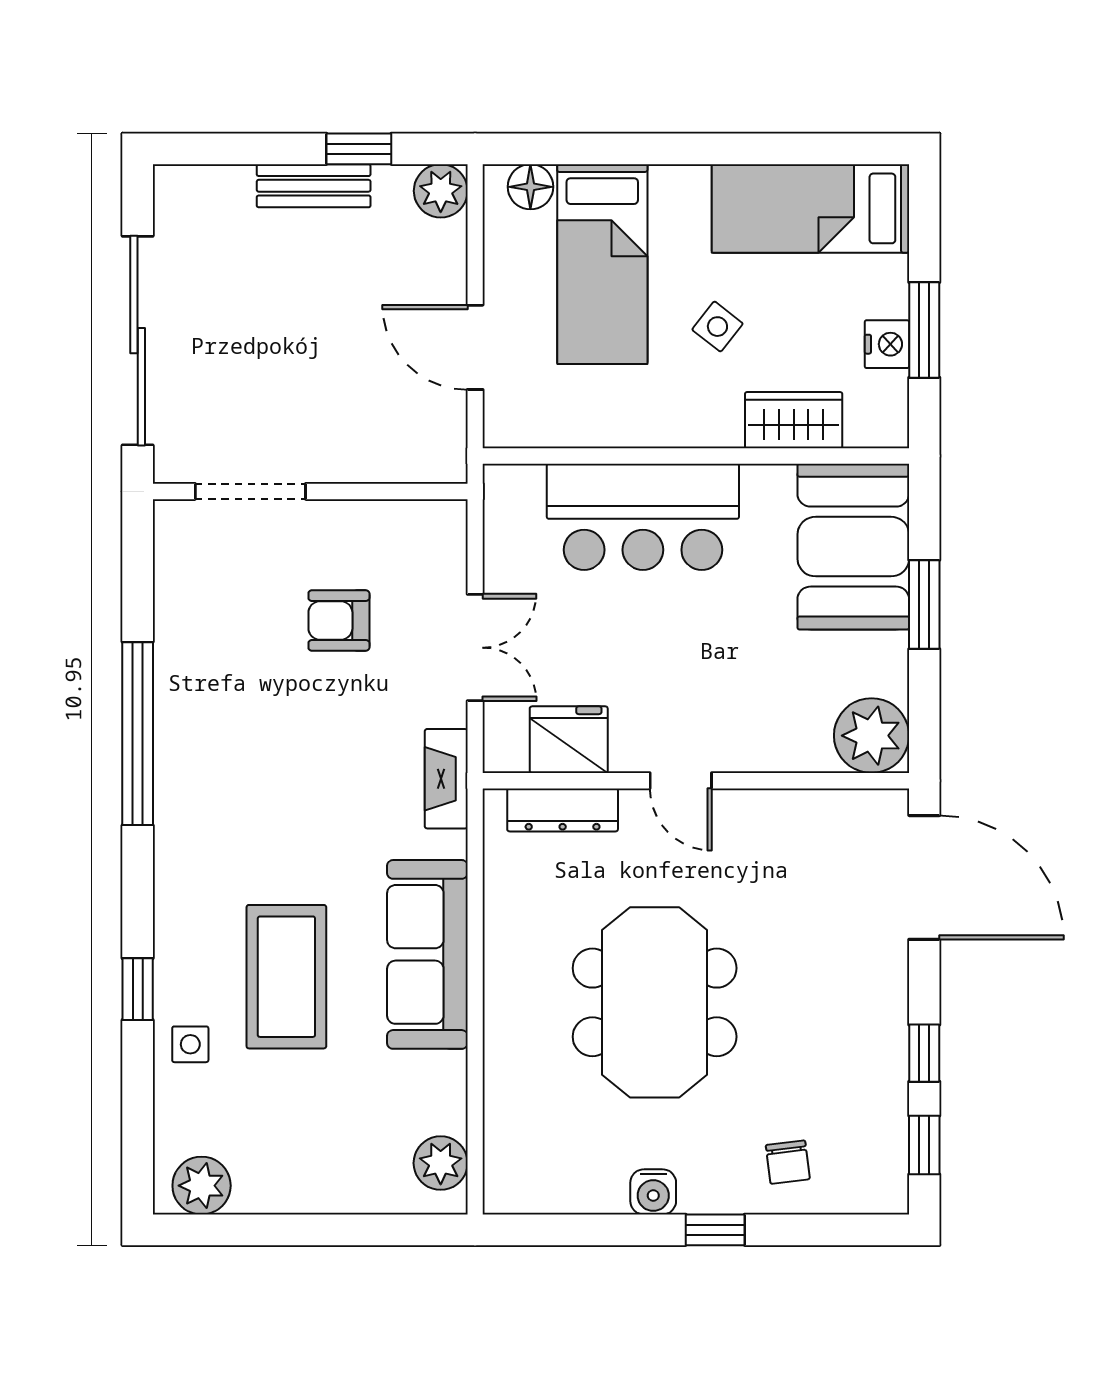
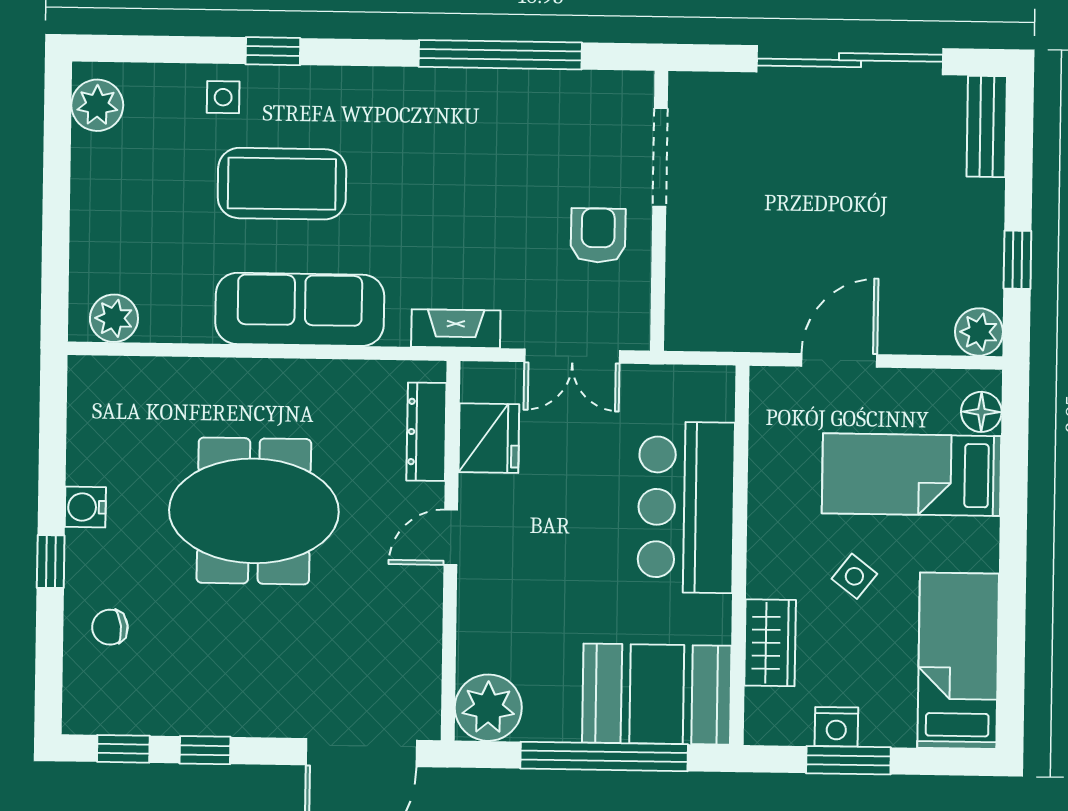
bench: (314, 186) -> (987, 126), moved
doorway: (250, 491) -> (660, 158), moved
wall: (310, 491) -> (659, 211), moved
window: (924, 605) -> (604, 756), width x2.11

